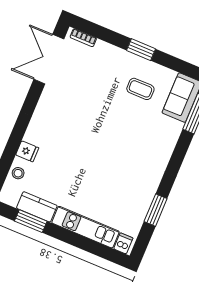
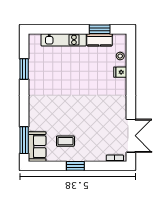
dishwasher: (123, 243) -> (36, 40), removed

